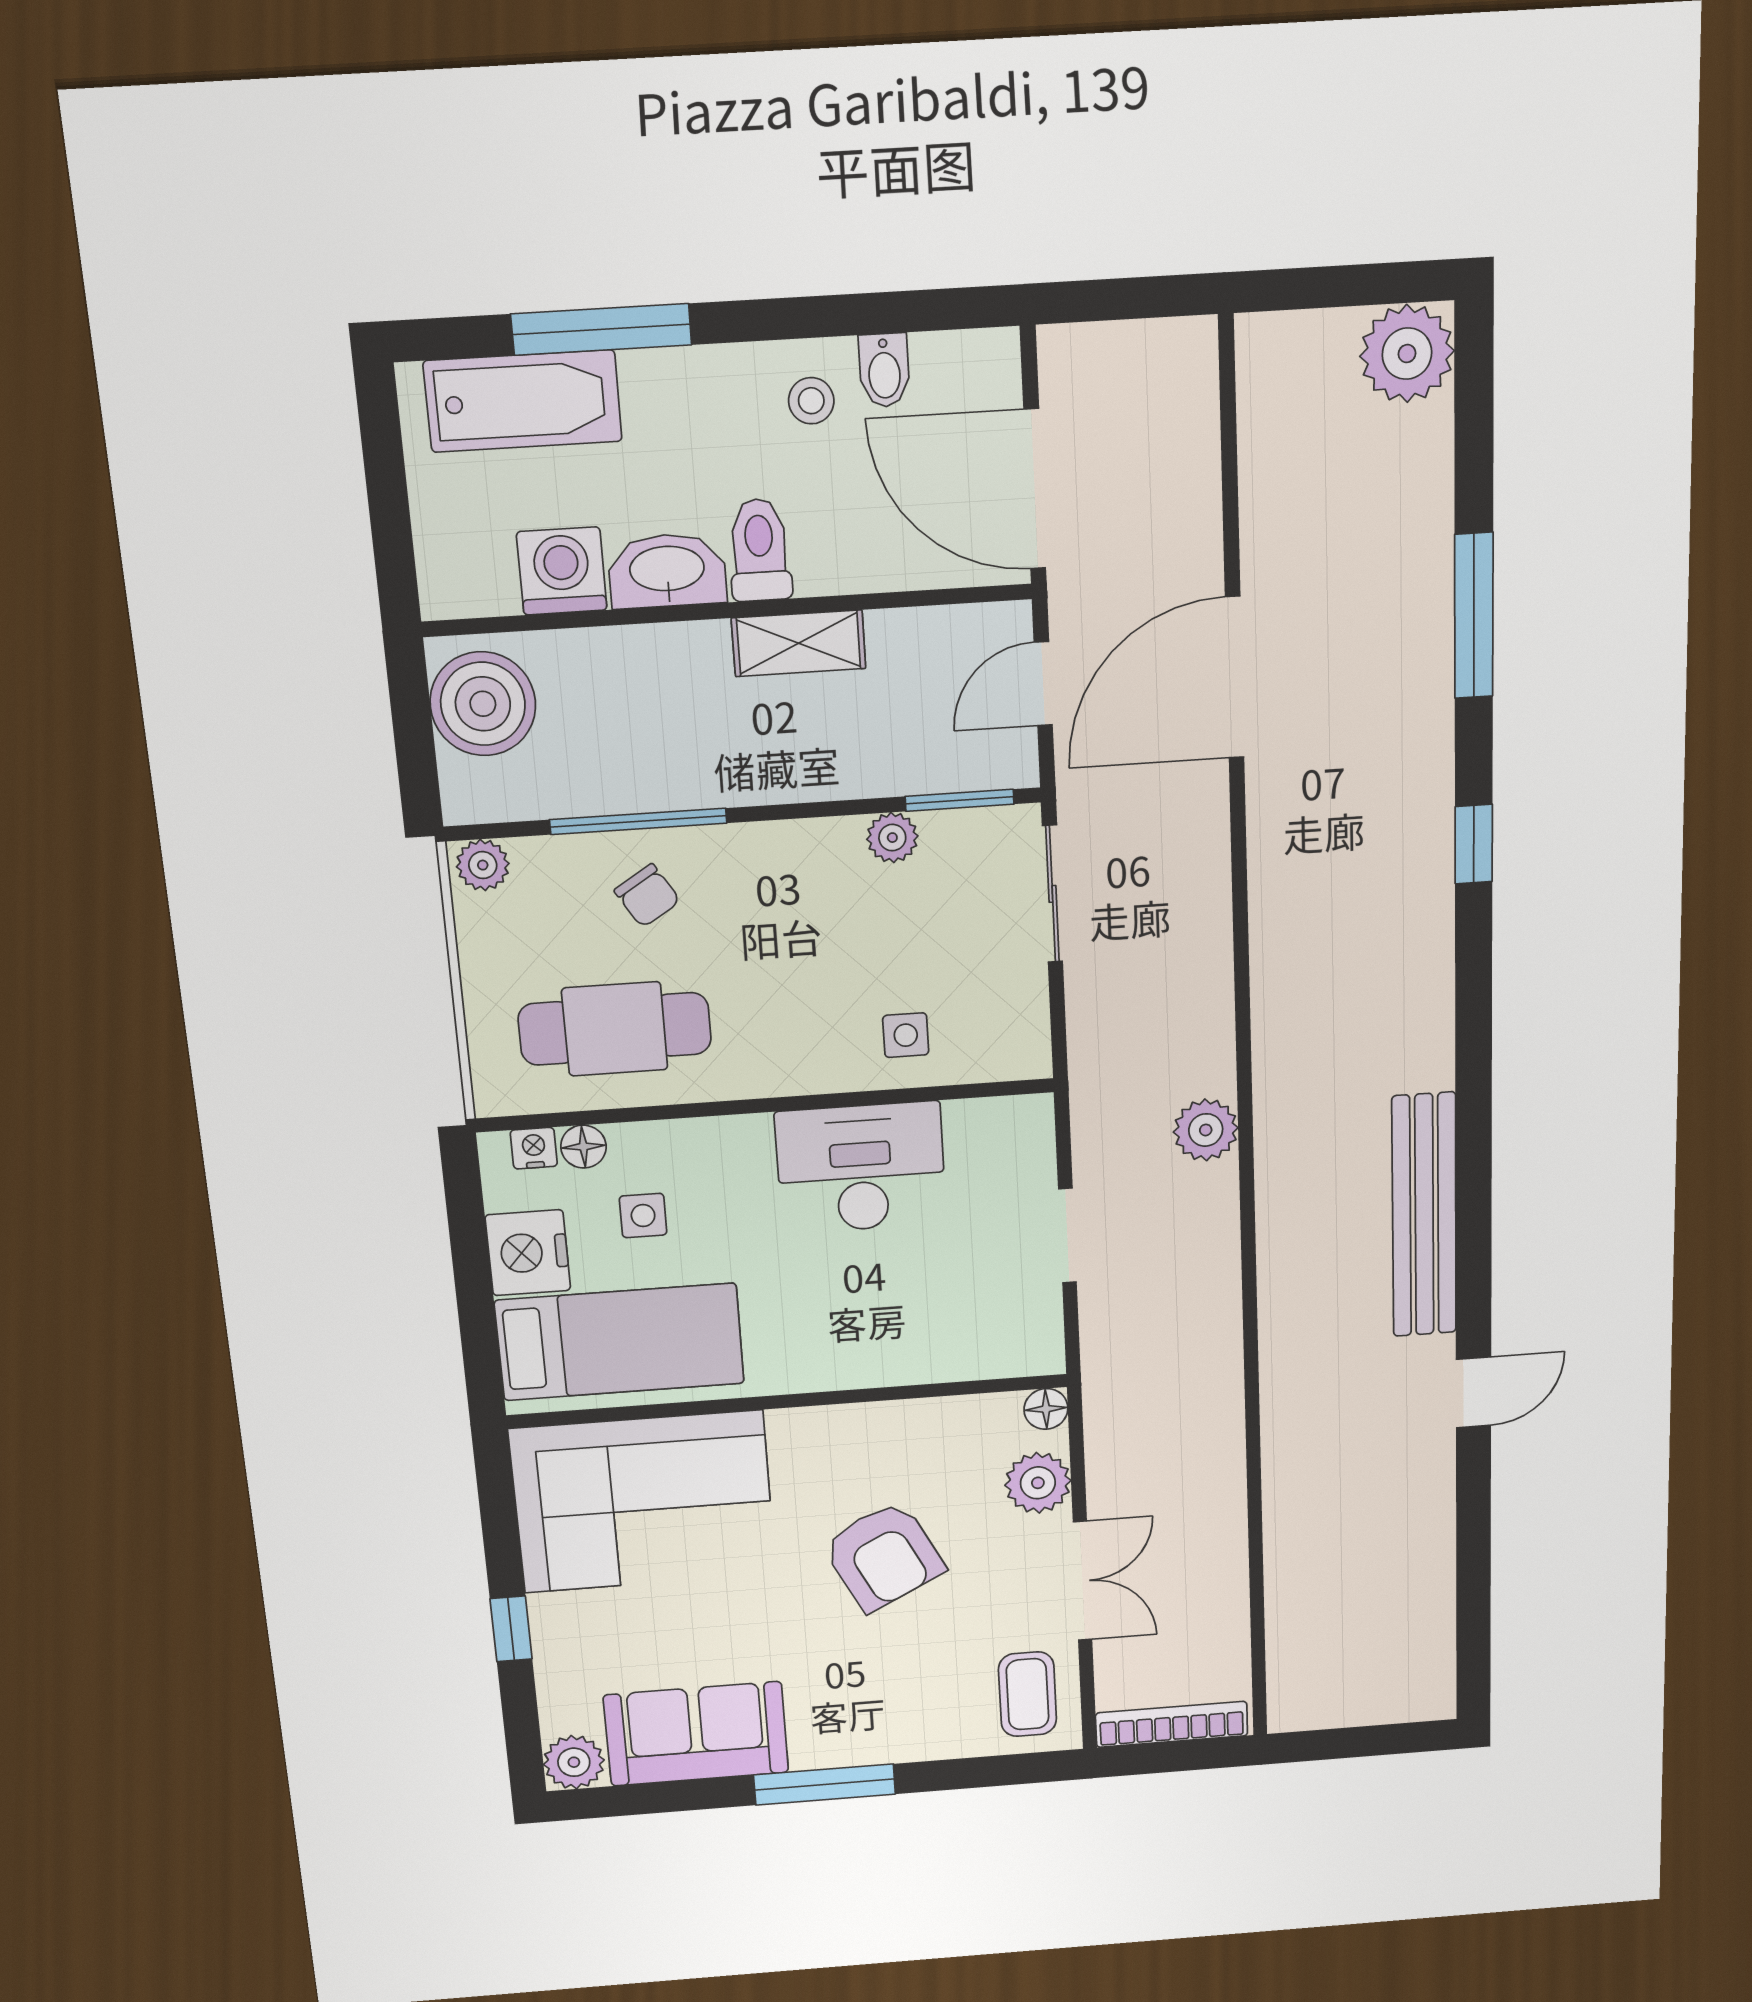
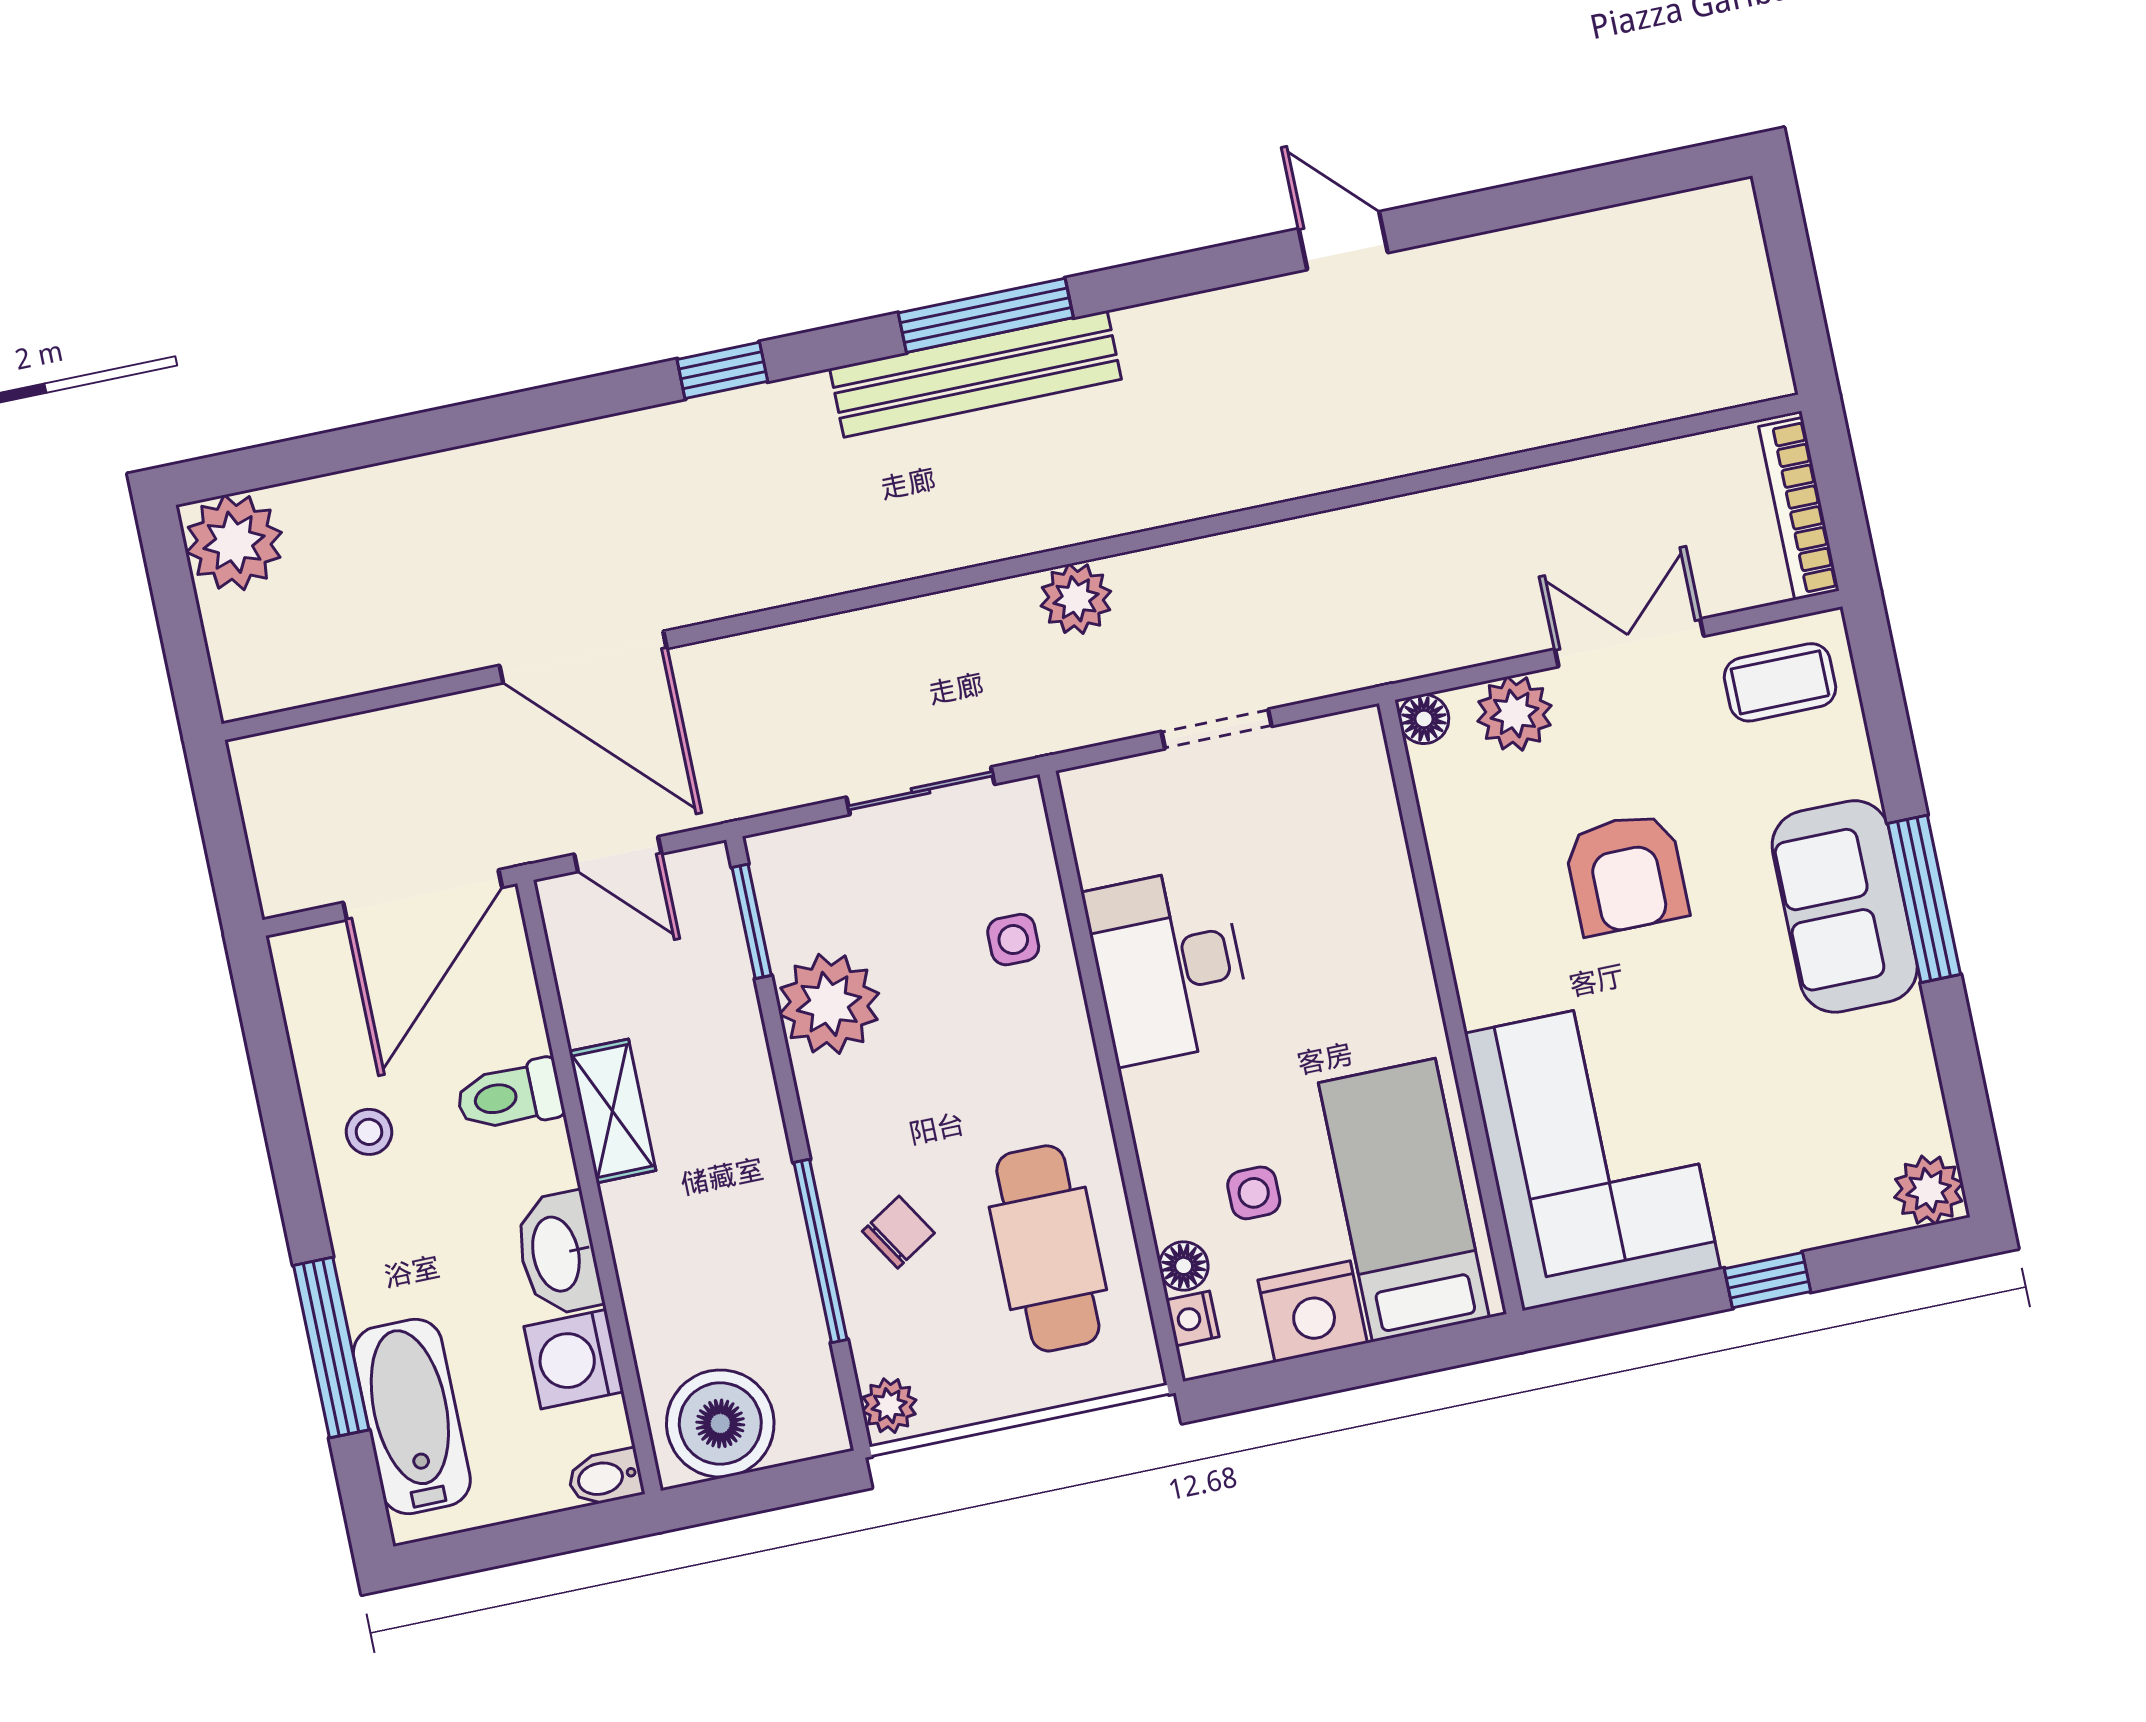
bidet: (884, 370) -> (605, 1478), moved, turned 180
toilet: (760, 550) -> (510, 1096), moved
window: (1474, 616) -> (986, 315), moved
plant: (892, 838) -> (829, 1004), width x1.87, depth x1.87
sliding door: (1052, 894) -> (921, 791), moved
bench: (1424, 1215) -> (976, 374), moved
armchair: (883, 1556) -> (1626, 874), turned 117
sofa: (696, 1734) -> (1845, 906), moved

